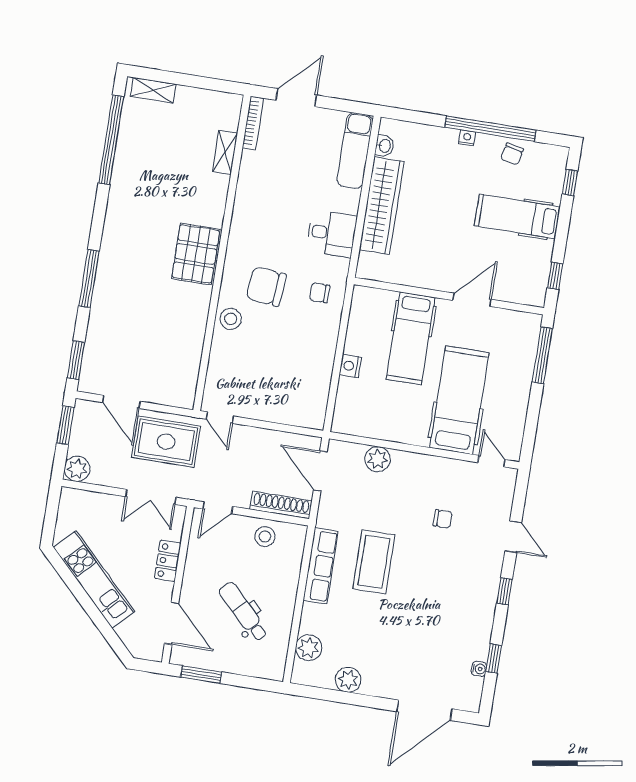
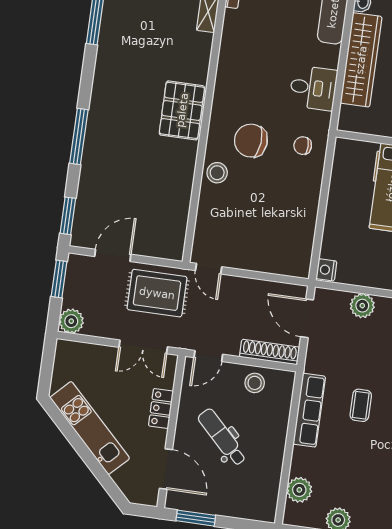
nightstand: (350, 366) -> (326, 270), moved
door: (121, 402) -> (113, 255), swing flipped
coffee table: (374, 562) -> (361, 405), width x0.54, depth x0.58
dental chair: (243, 612) -> (222, 437), moved

